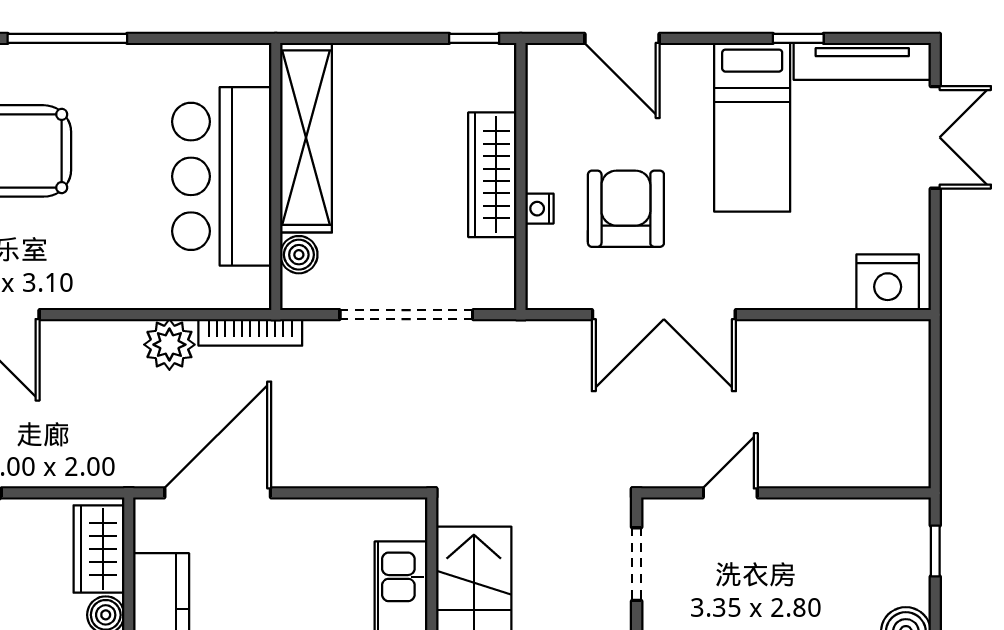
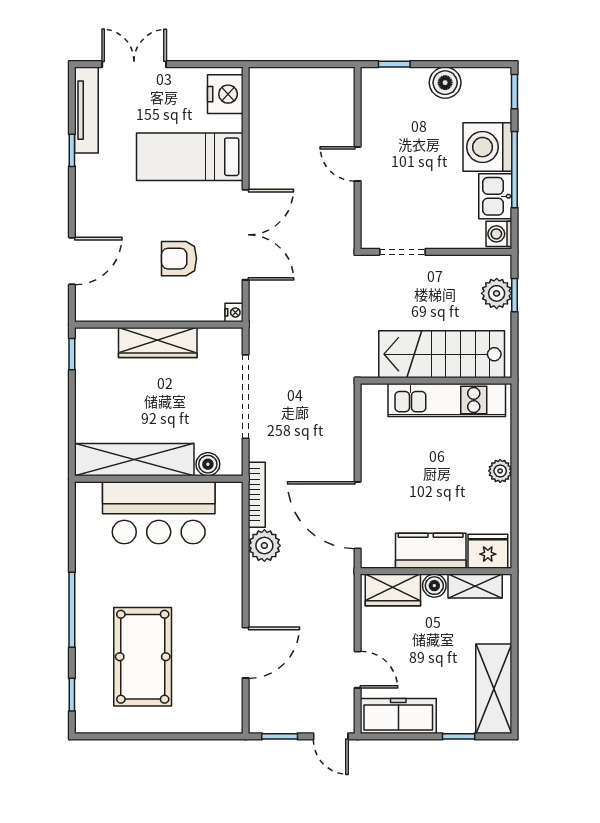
bed: (752, 127) -> (190, 157), moved, turned 180
nightstand: (539, 209) -> (234, 312), moved, turned -90
armchair: (626, 209) -> (179, 259), width x0.72, depth x0.72
door: (730, 493) -> (358, 164), moved

